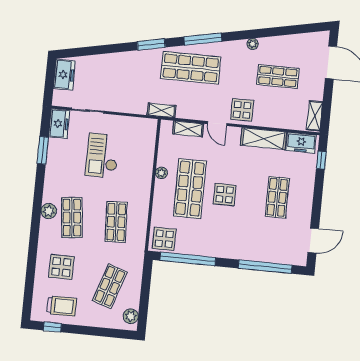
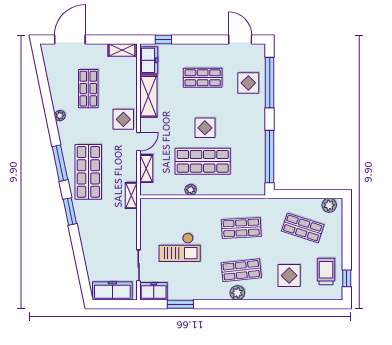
freezer: (64, 75) -> (112, 291), width x1.40
display table: (164, 239) -> (248, 83), moved

